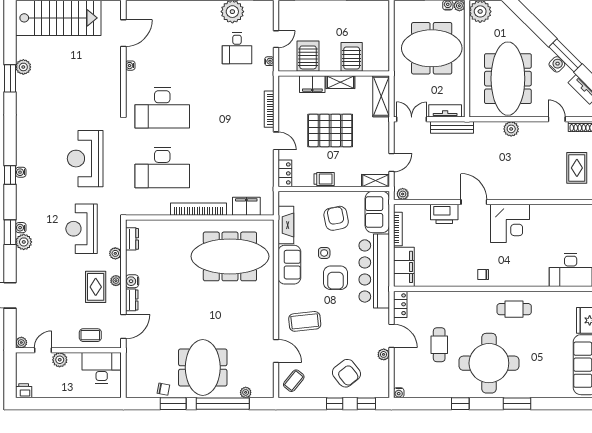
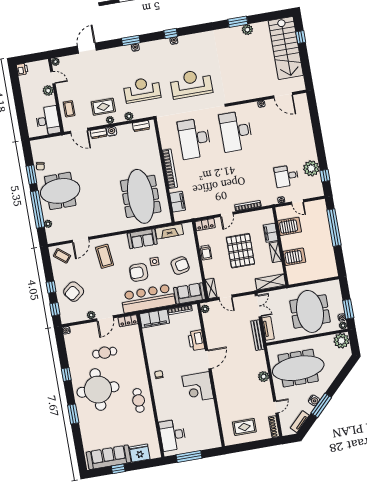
plant: (24, 242) -> (126, 51), removed

